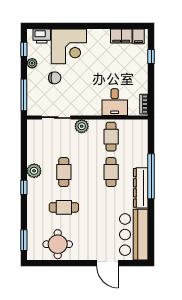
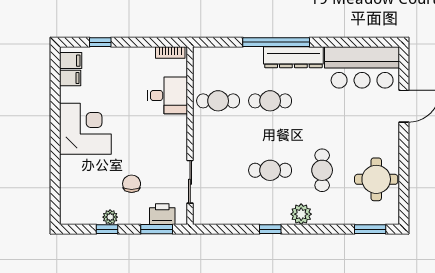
printer: (42, 36) -> (162, 214), moved, turned -90
filing cabinet: (121, 36) -> (70, 78), width x0.50
corner desk: (69, 46) -> (85, 129), moved
window: (24, 49) -> (107, 229), moved
window: (24, 95) -> (157, 229), width x0.69
plant: (82, 126) -> (203, 144), removed
plant: (34, 171) -> (301, 214), moved
window: (24, 187) -> (270, 229), moved

